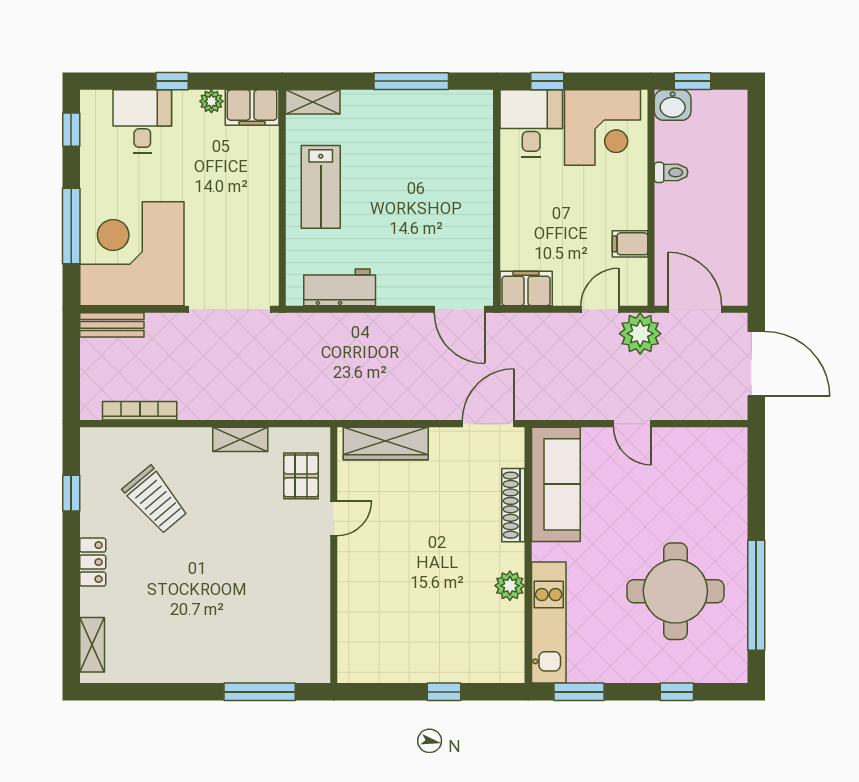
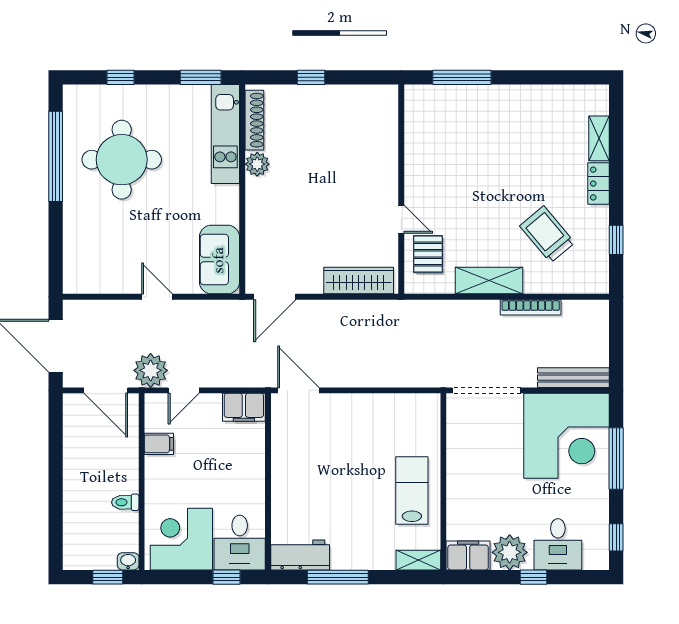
plant: (211, 101) -> (510, 552), width x1.87, depth x1.87
washbasin: (673, 105) -> (128, 561), width x0.72, depth x0.69
workbench: (340, 287) -> (300, 555), moved, turned 180
bench: (112, 325) -> (573, 378), width x1.36
bookcase: (140, 411) -> (531, 307), moved
shelving: (240, 439) -> (489, 281), width x1.50, depth x1.33
sofa: (556, 484) -> (219, 260), width x0.73
shoe rack: (513, 505) -> (254, 120), moved
door: (334, 518) -> (401, 219), swing flipped
shelving: (92, 645) -> (599, 138), moved

